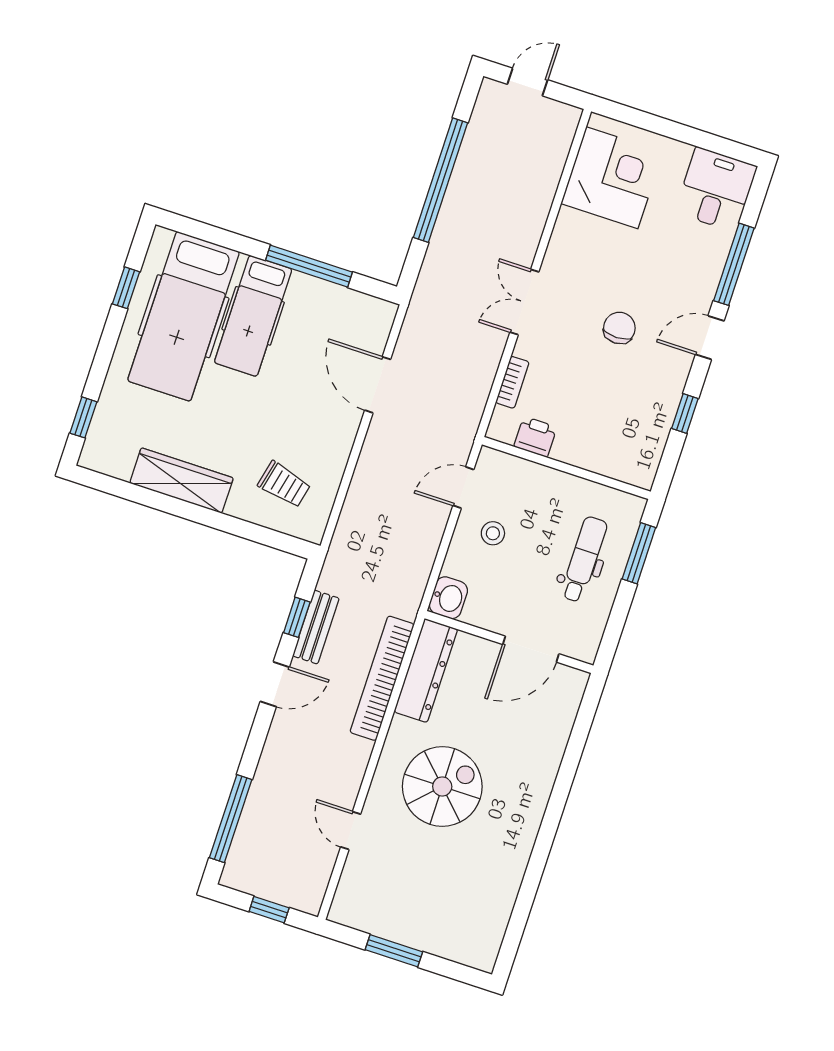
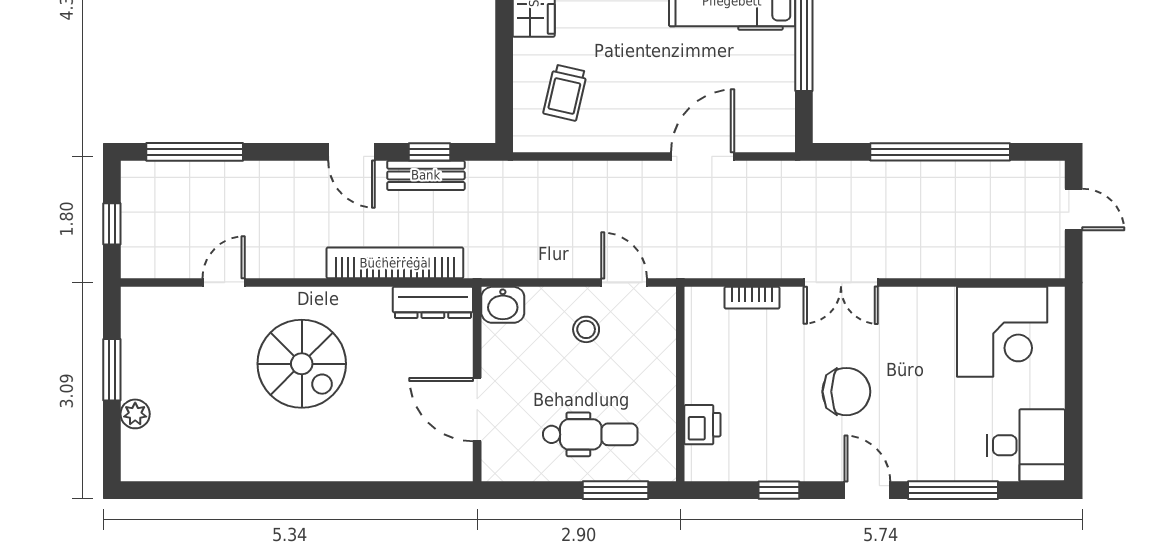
double door: (524, 302) -> (841, 283), swing flipped
chair: (619, 328) -> (846, 392), width x1.37, depth x1.37
printer: (535, 437) -> (702, 425), moved
dresser: (426, 670) -> (433, 302), width x0.73, depth x0.80
plant: (438, 943) -> (135, 414), added

